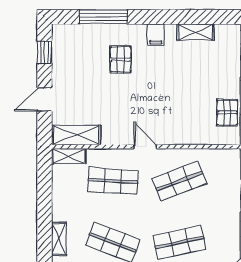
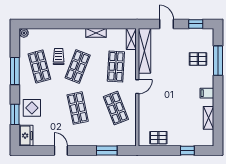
pallet: (121, 59) -> (198, 59), moved
shelving: (76, 135) -> (144, 51), width x1.47
shelving: (59, 239) -> (96, 33), moved

